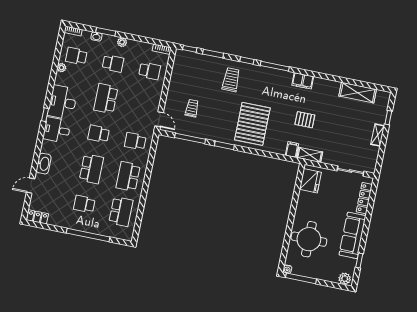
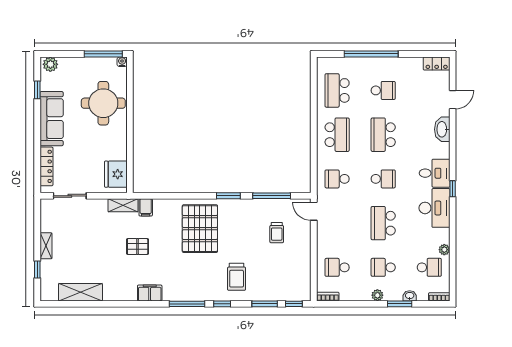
school desk: (106, 99) -> (383, 223), turned 180
school desk: (135, 141) -> (337, 179), turned 180

